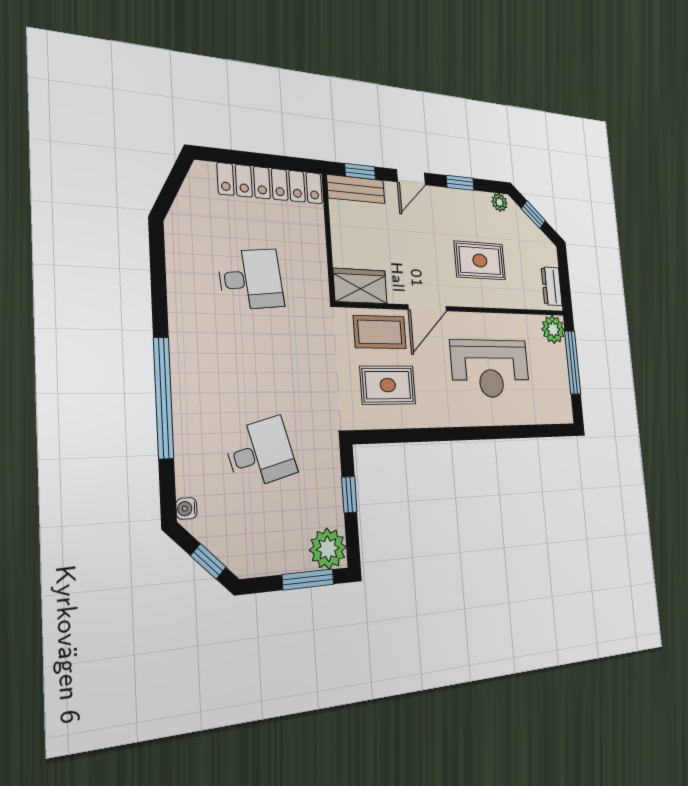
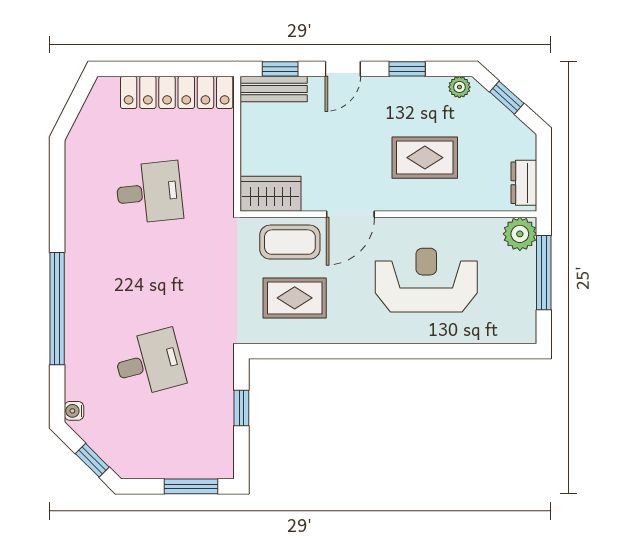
reception desk: (490, 368) -> (426, 280), turned 180
plant: (328, 549) -> (214, 459), removed

